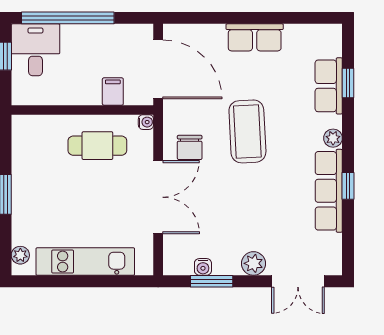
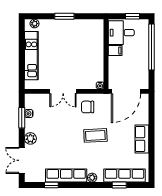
desk: (35, 50) -> (121, 33), moved, turned 180
row of seats: (329, 86) -> (125, 175), width x1.48
filing cabinet: (113, 92) -> (115, 51), moved
coffee table: (247, 131) -> (95, 135), width x0.73, depth x0.76
cafe table: (97, 146) -> (88, 62), removed
window: (348, 186) -> (51, 185), moved
double door: (158, 197) -> (63, 91), width x0.73

